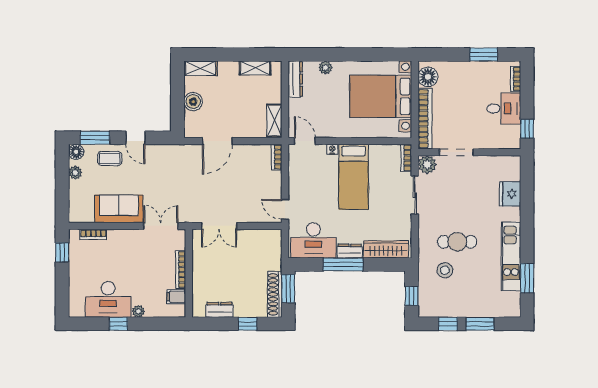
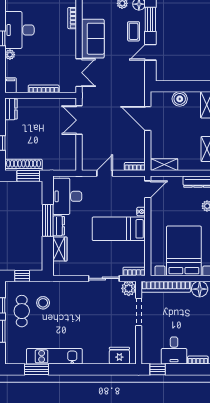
fridge: (510, 194) -> (119, 356), moved
door: (285, 209) -> (105, 173), moved
cafe table: (457, 242) -> (22, 311), moved
wardrobe: (386, 249) -> (60, 249), width x0.67
filing cabinet: (176, 297) -> (11, 85), moved
dresser: (220, 310) -> (11, 109), moved

